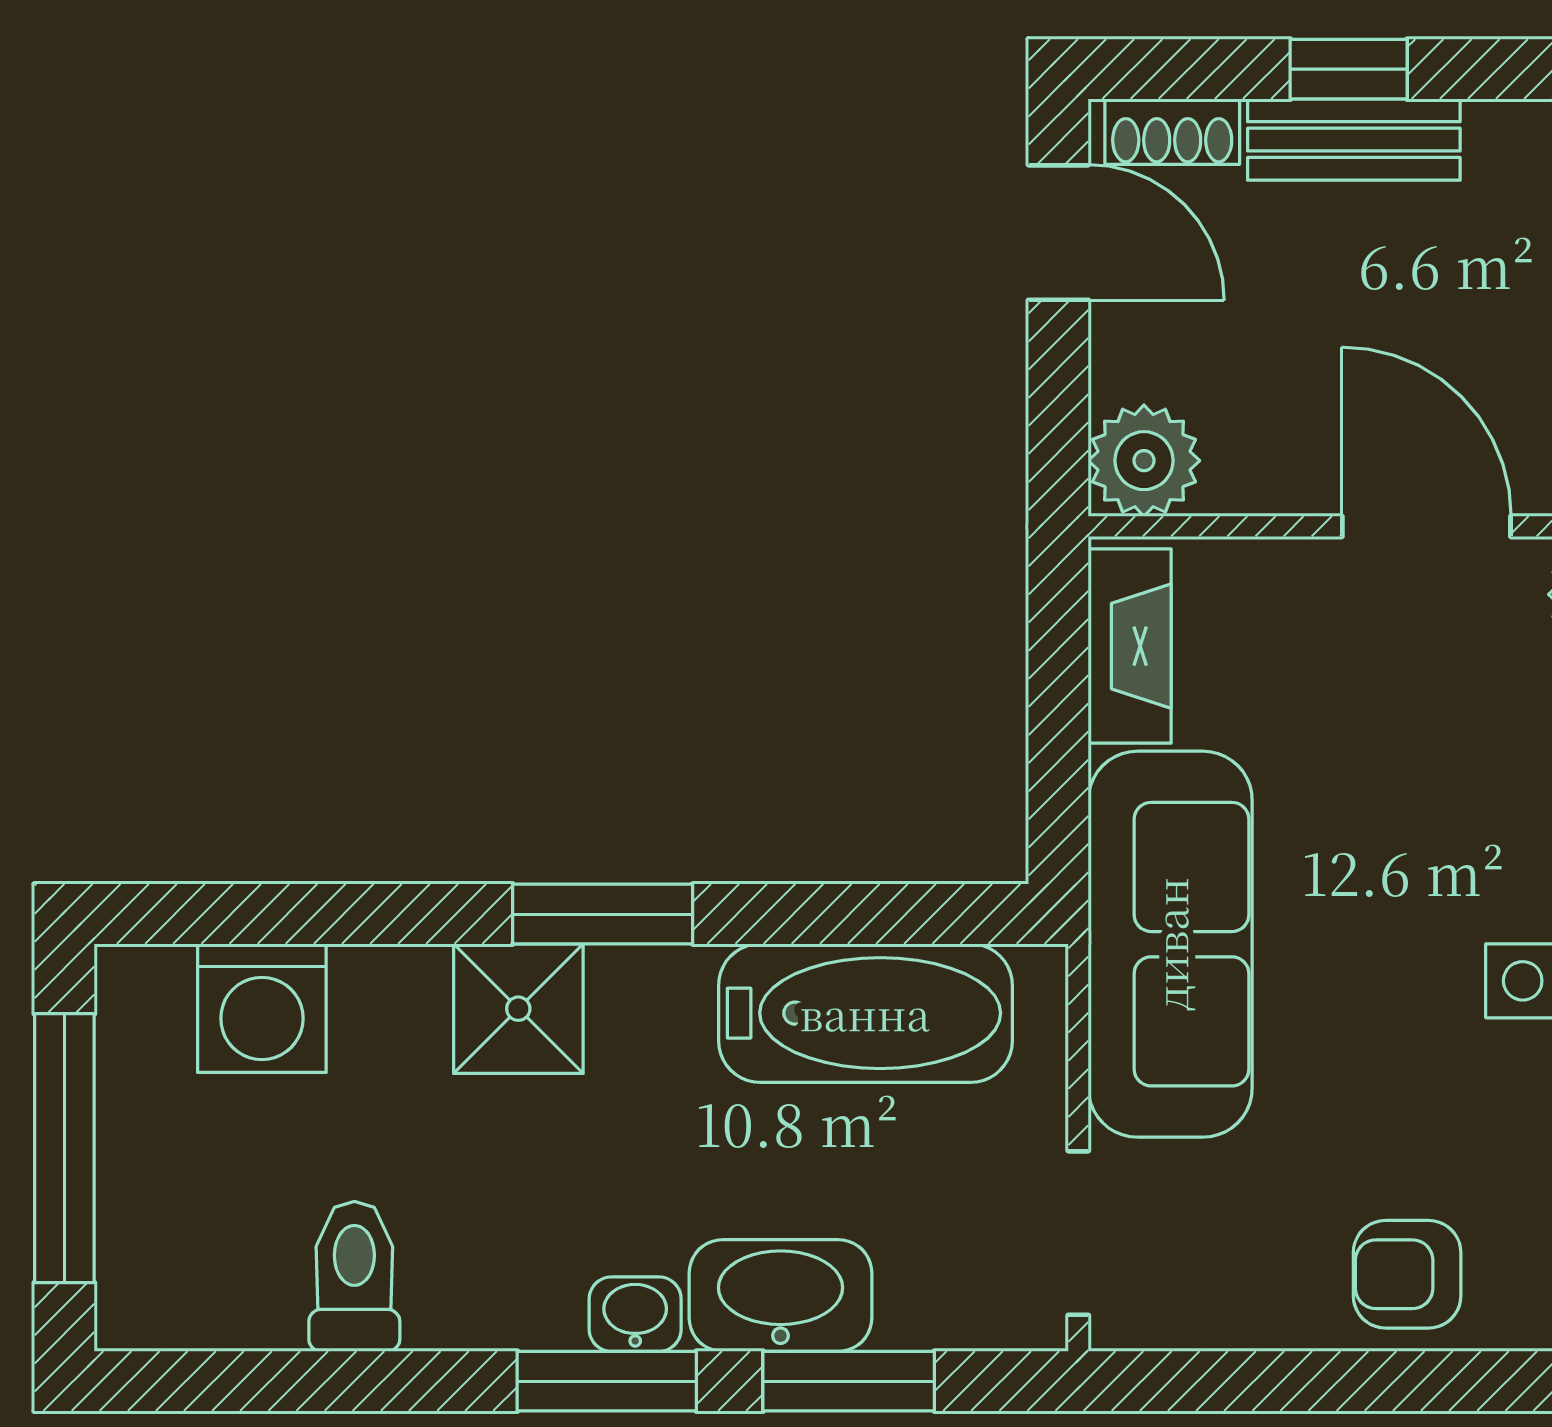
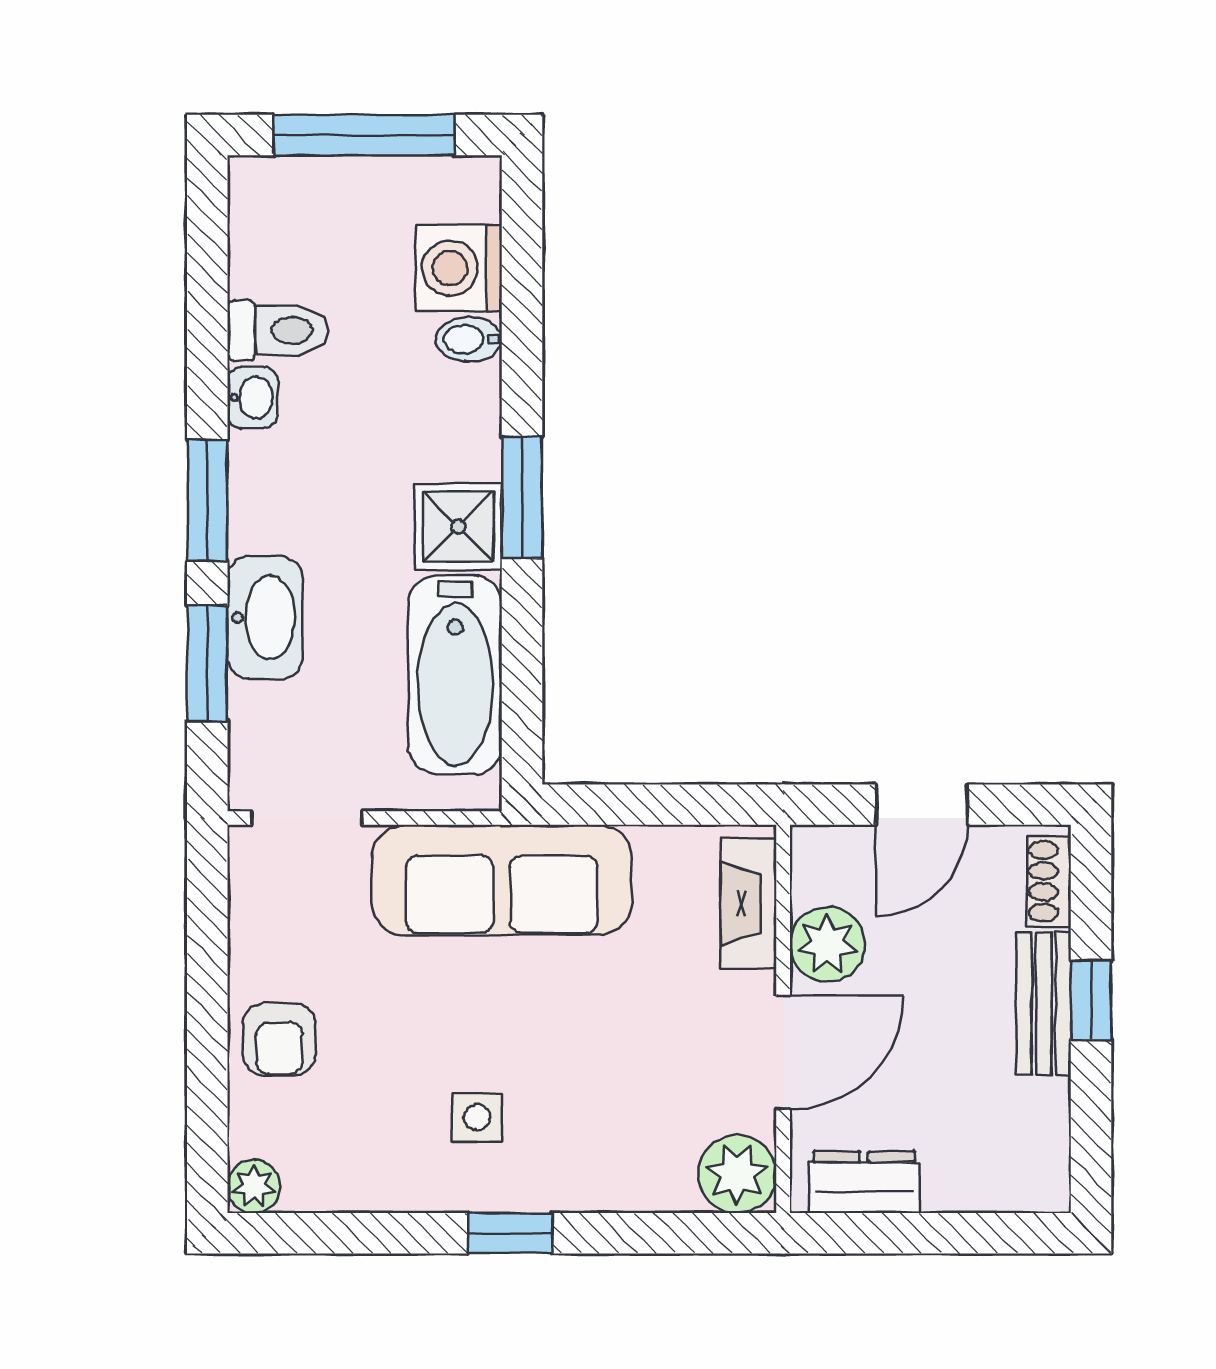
door: (1058, 233) -> (922, 805), moved
plant: (1144, 461) -> (827, 944), moved
fireplace: (1130, 646) -> (748, 903), moved, turned 90
bidet: (367, 993) -> (469, 339), added
shower: (518, 1009) -> (458, 527), moved
armchair: (1407, 1274) -> (279, 1040), turned 180
washbasin: (635, 1314) -> (252, 397), moved

